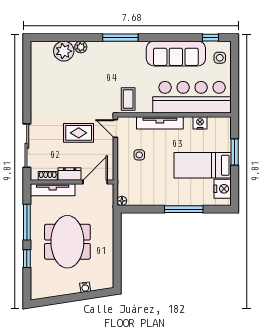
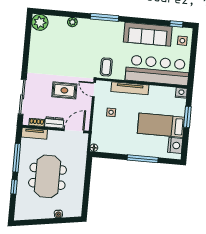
plant: (64, 51) -> (40, 22), moved
nightstand: (200, 123) -> (181, 93), moved
tv unit: (53, 190) -> (34, 133), width x0.71

